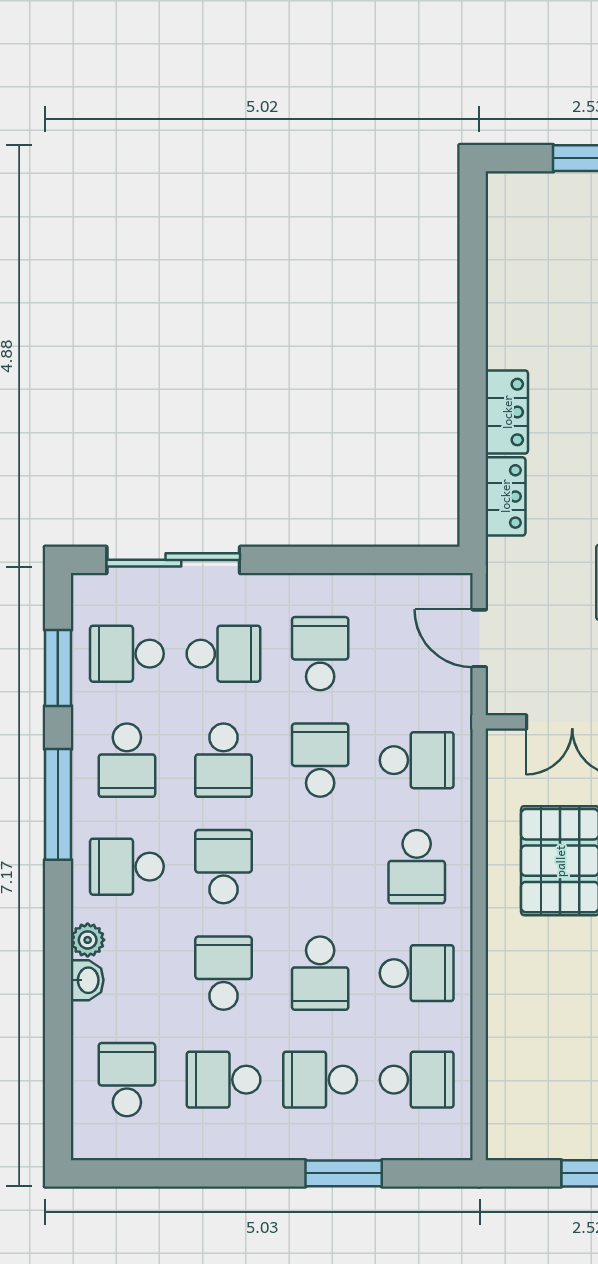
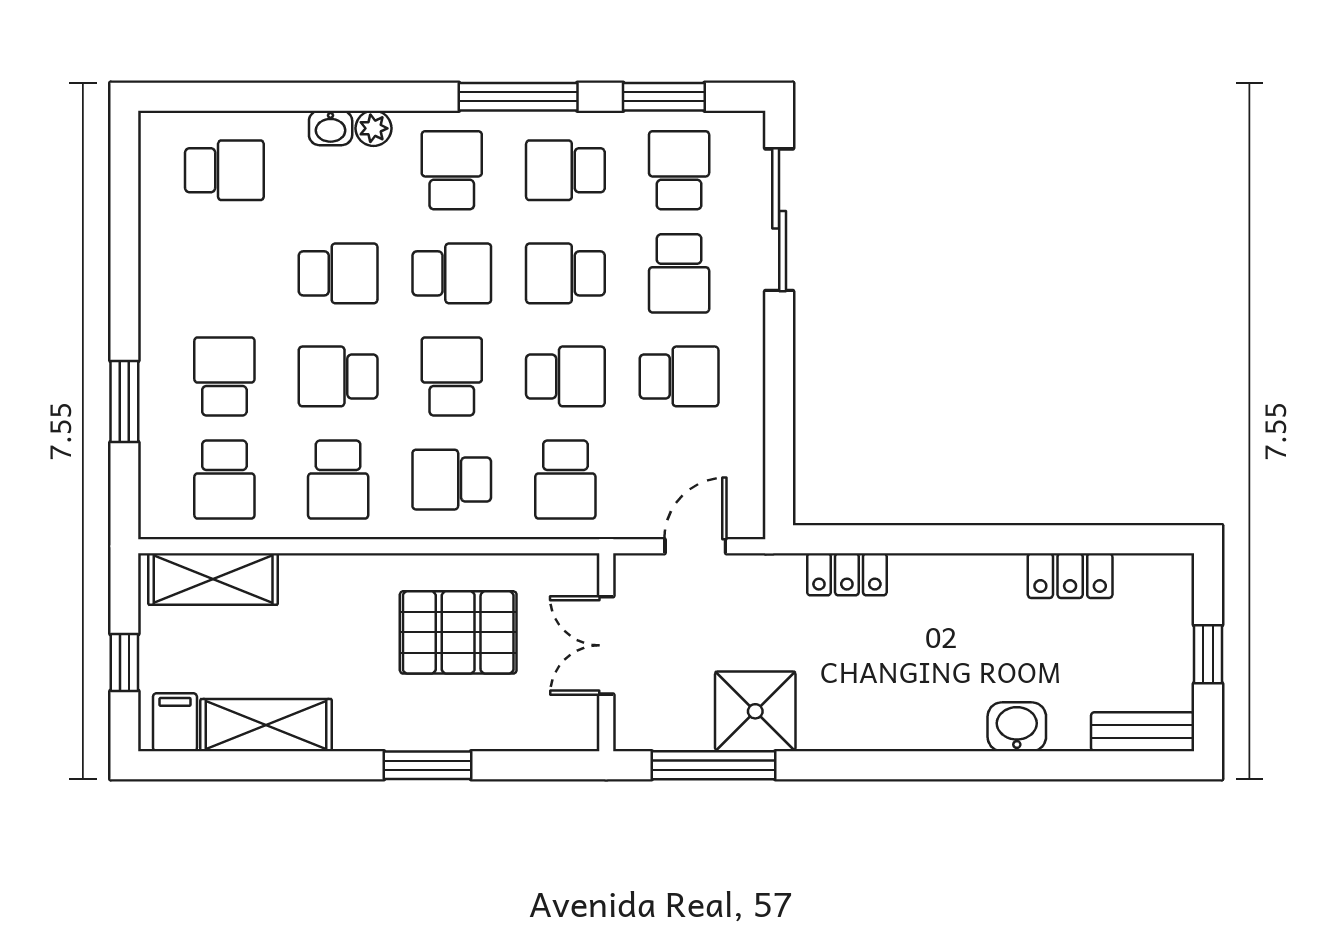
locker: (507, 412) -> (1070, 576), moved
school desk: (224, 1080) -> (452, 376), moved
shelving: (510, 1090) -> (213, 579), added

